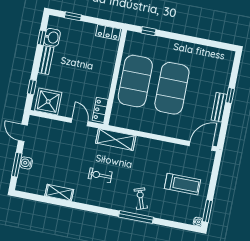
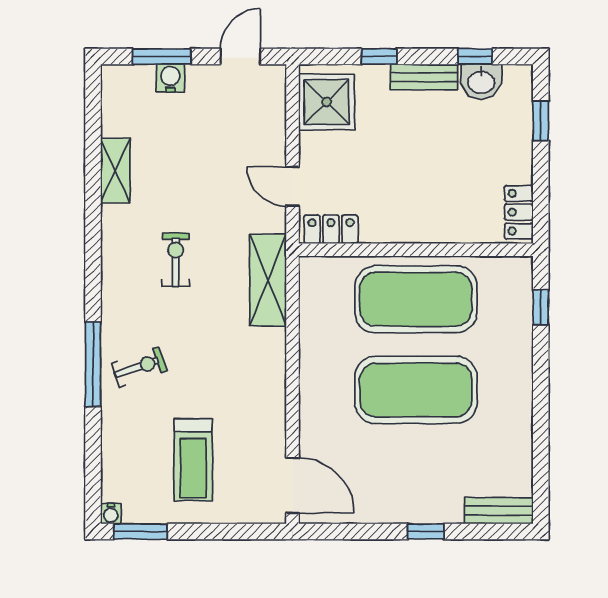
window: (32, 87) -> (379, 56), moved
bench: (219, 107) -> (499, 511), moved
door: (80, 122) -> (292, 186), swing flipped

